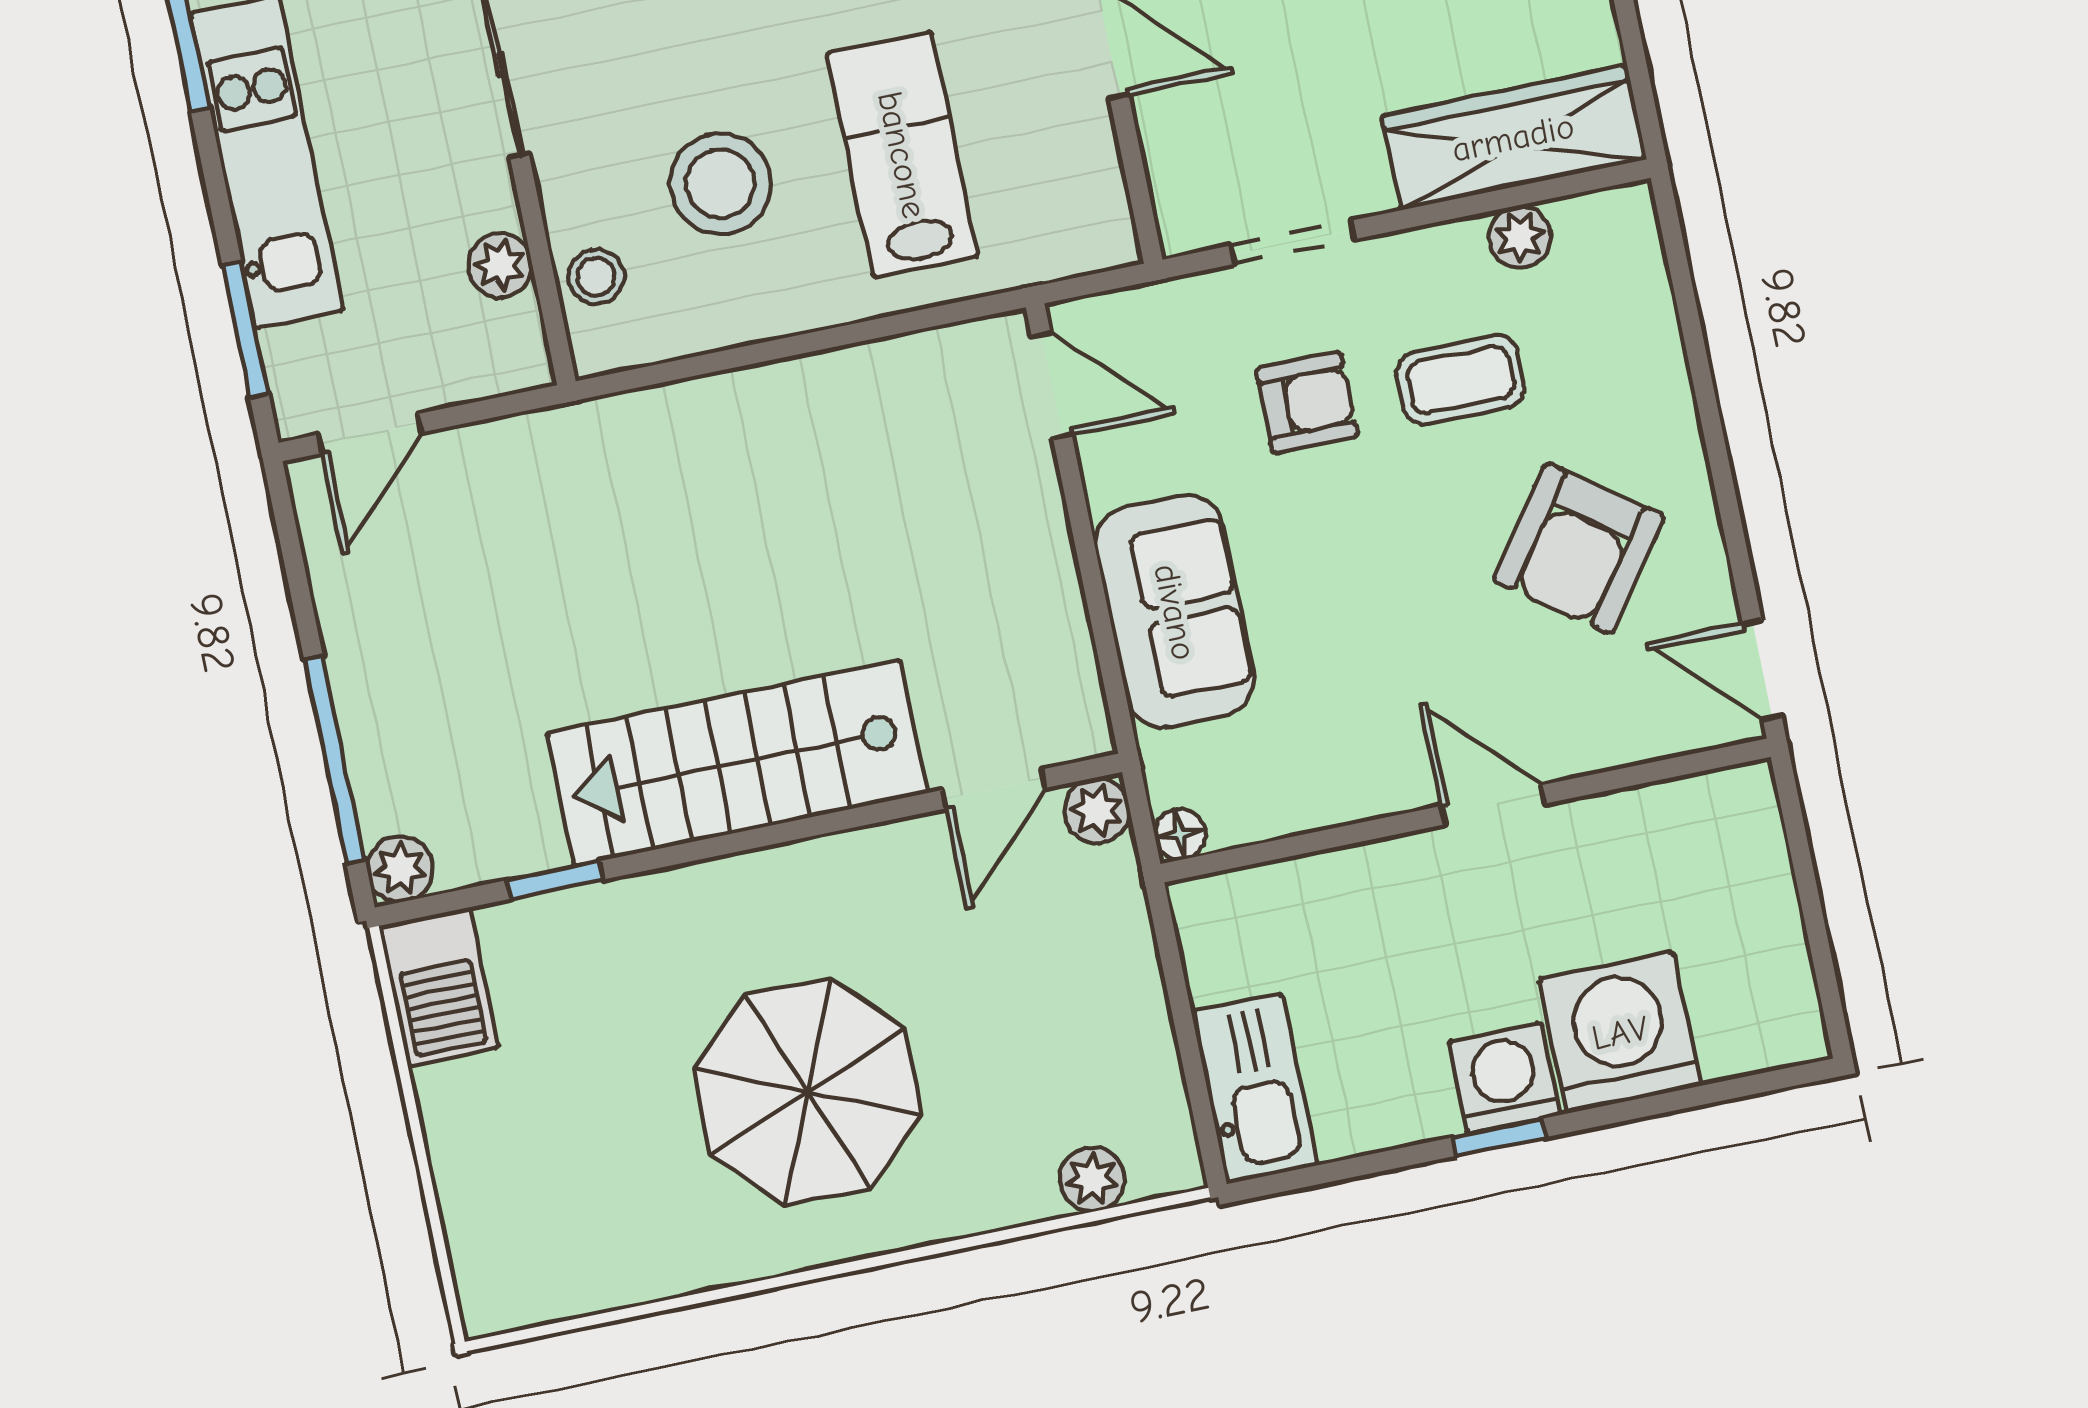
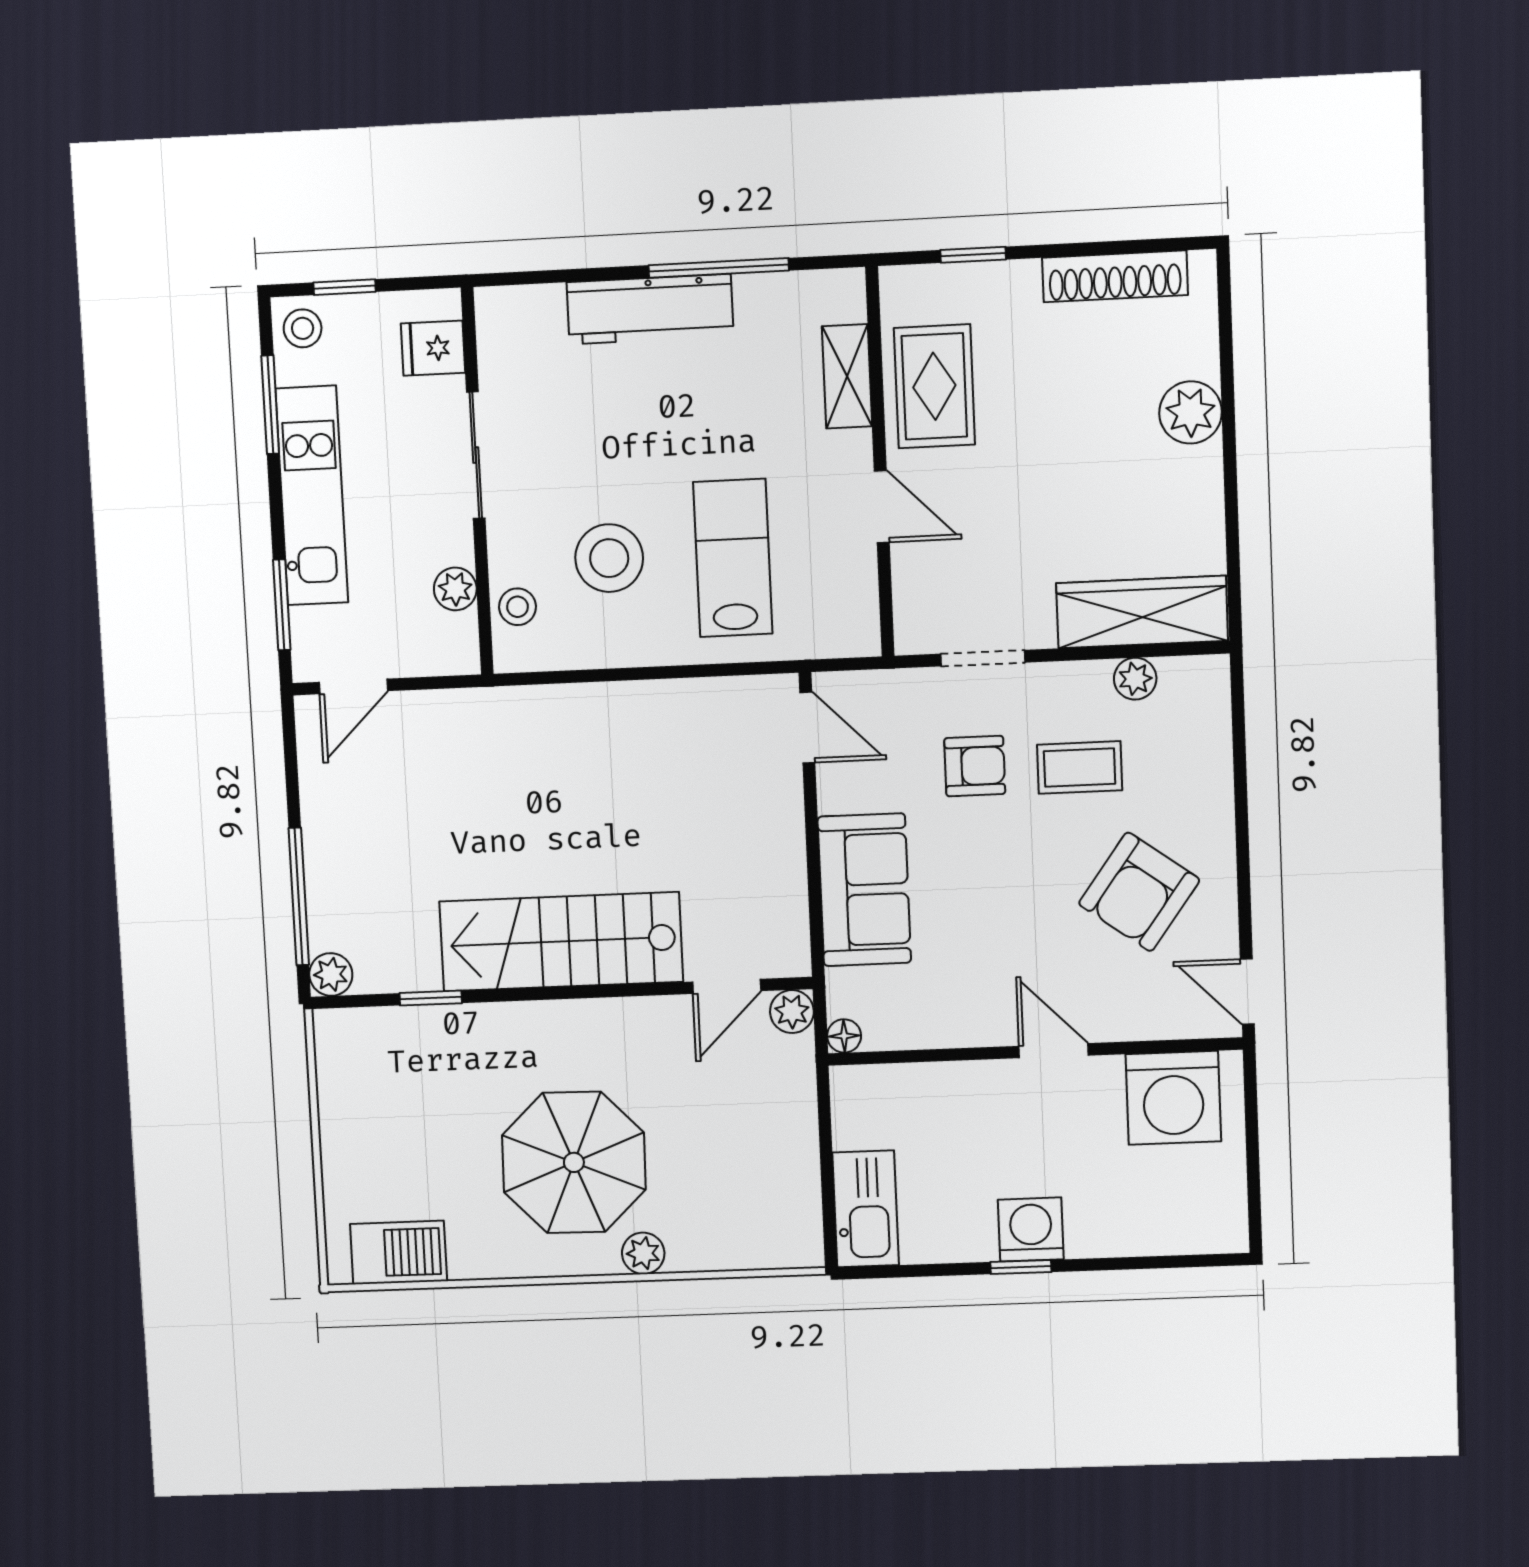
barbecue: (439, 987) -> (399, 1252), moved, turned -90
washing machine: (1620, 1033) -> (1173, 1098), moved, turned 180
plant: (1092, 1179) -> (643, 1253), moved

